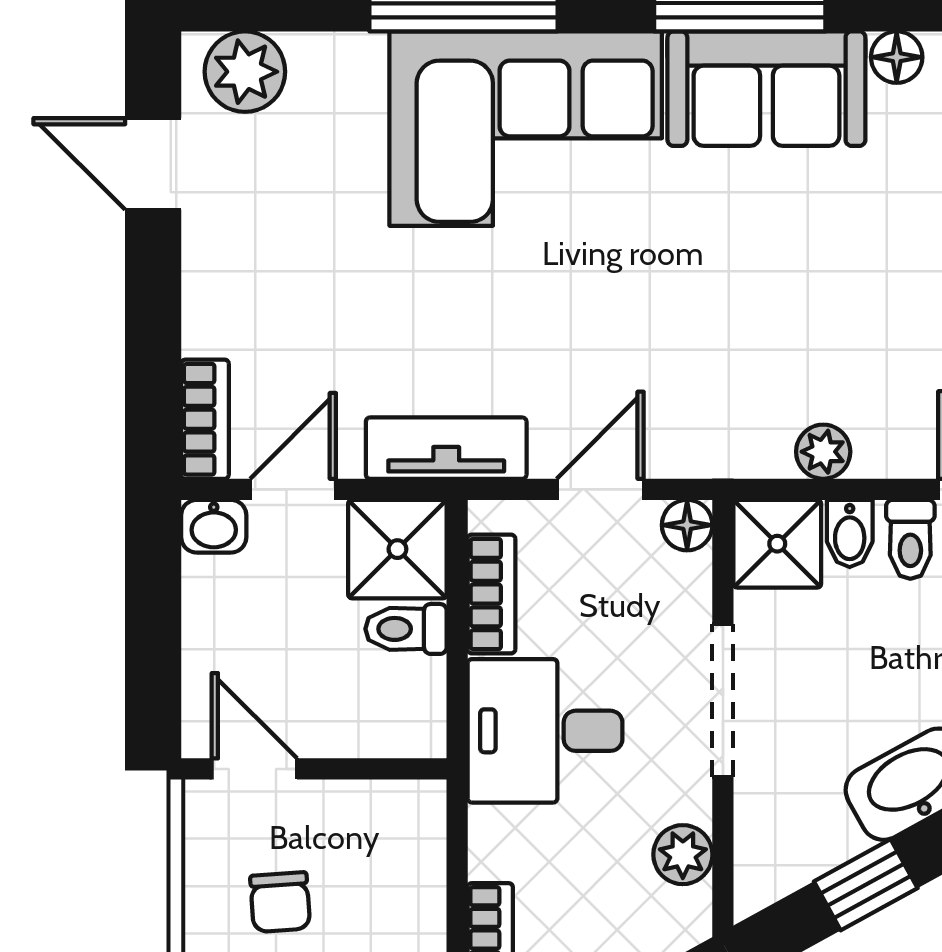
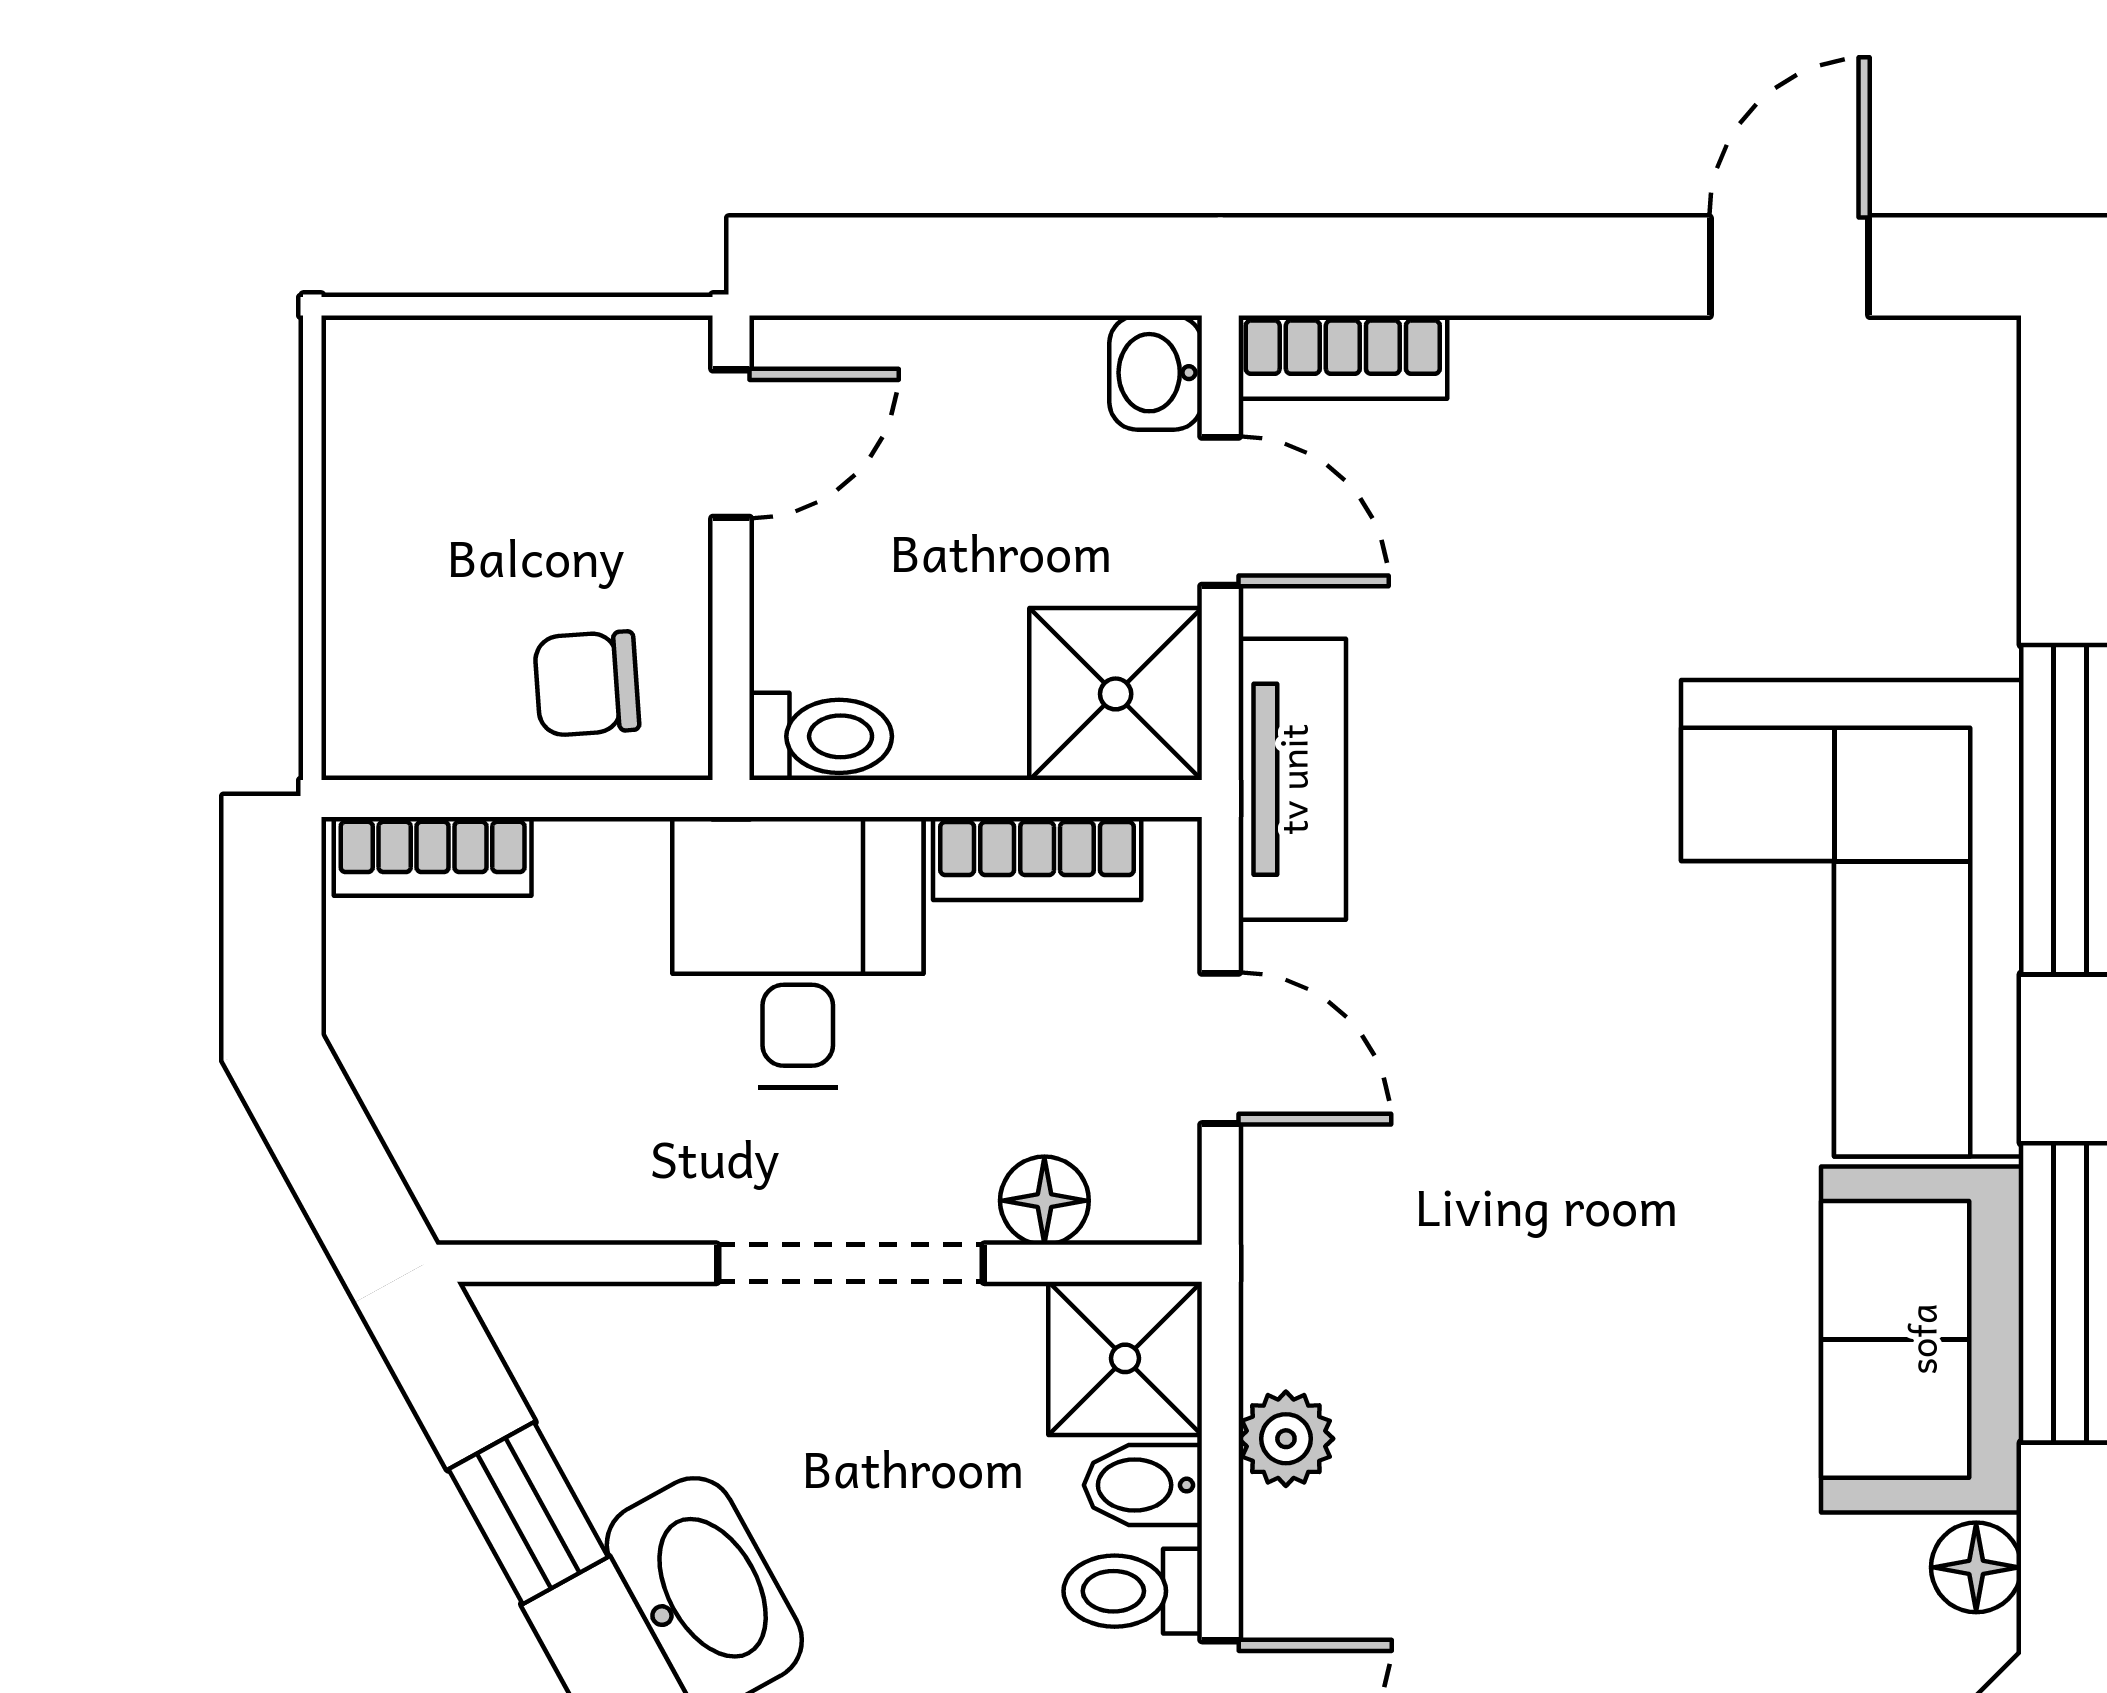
plant: (245, 72) -> (1951, 427), removed
floor lamp: (687, 525) -> (1044, 1201), moved
toilet: (406, 629) -> (821, 736), moved, turned 90
plant: (683, 855) -> (581, 1193), removed
chair: (280, 902) -> (587, 684), moved

